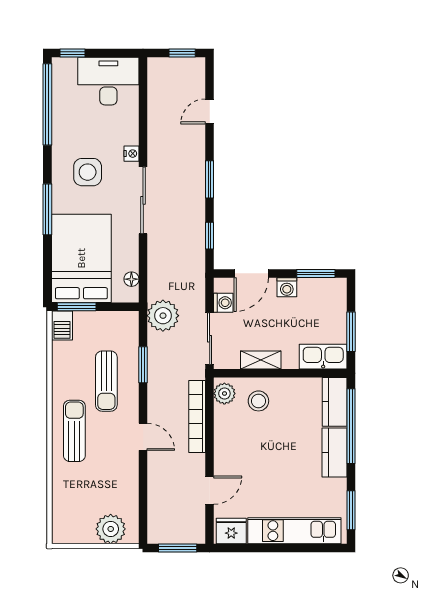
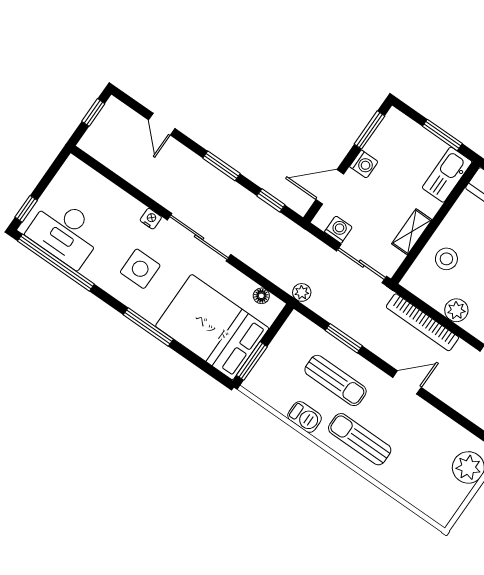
desk: (108, 81) -> (65, 232), moved, turned -90
door: (251, 273) -> (330, 187), swing flipped
plant: (163, 316) -> (302, 292), width x0.53, depth x0.53
barbecue: (62, 325) -> (305, 417), moved
plant: (224, 394) -> (456, 310), moved

